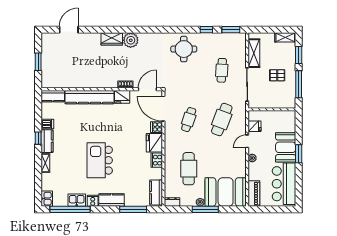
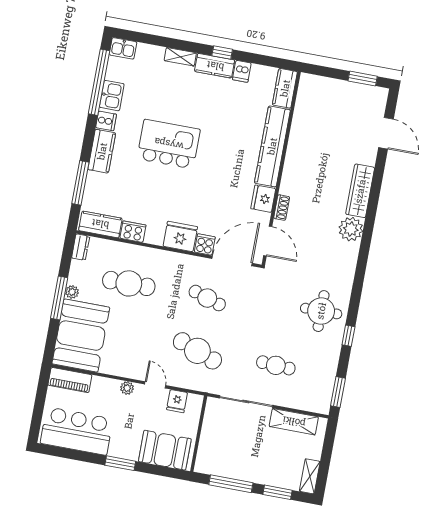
window: (206, 30) -> (348, 336), moved
wardrobe: (112, 39) -> (360, 191), width x1.50
window: (38, 62) -> (363, 79), moved
pallet: (277, 75) -> (252, 452), removed
booth: (286, 147) -> (165, 450), moved
cooker: (157, 160) -> (133, 232), moved

